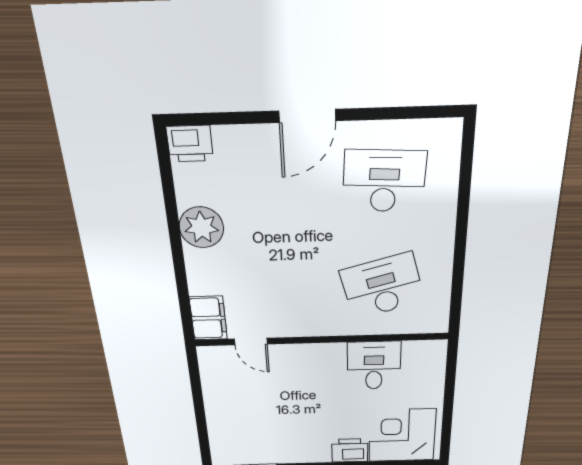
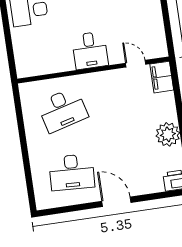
door: (307, 116) -> (116, 202), hinge flipped
desk: (374, 366) -> (90, 50), moved

